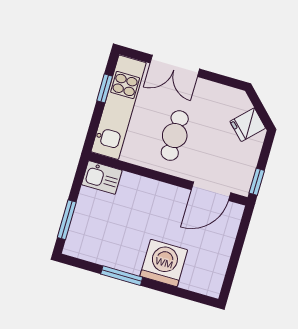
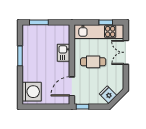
kitchen sink: (102, 177) -> (63, 53), moved
door: (211, 191) -> (72, 86), hinge flipped
washing machine: (164, 263) -> (32, 92), moved

